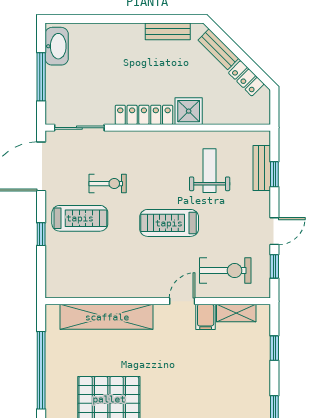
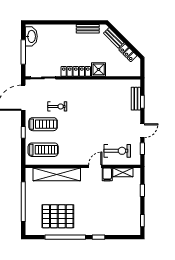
weight bench: (210, 171) -> (109, 100), removed
treadmill: (169, 223) -> (43, 150), moved, turned 180

